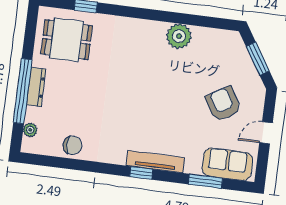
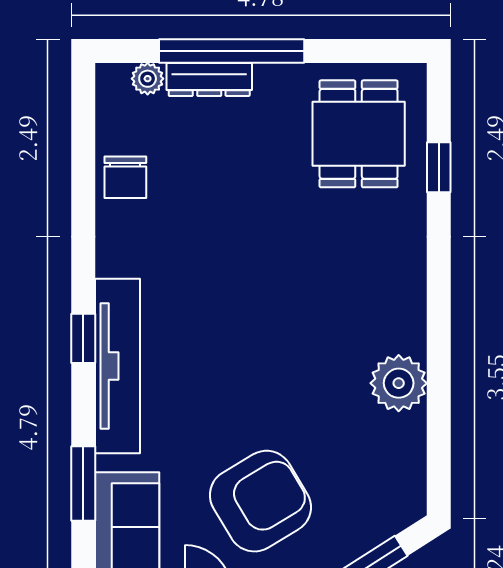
dresser: (36, 87) -> (209, 79), moved
armchair: (223, 104) -> (260, 501), width x1.36, depth x1.36
tv unit: (155, 162) -> (118, 366), width x1.36, depth x1.29

